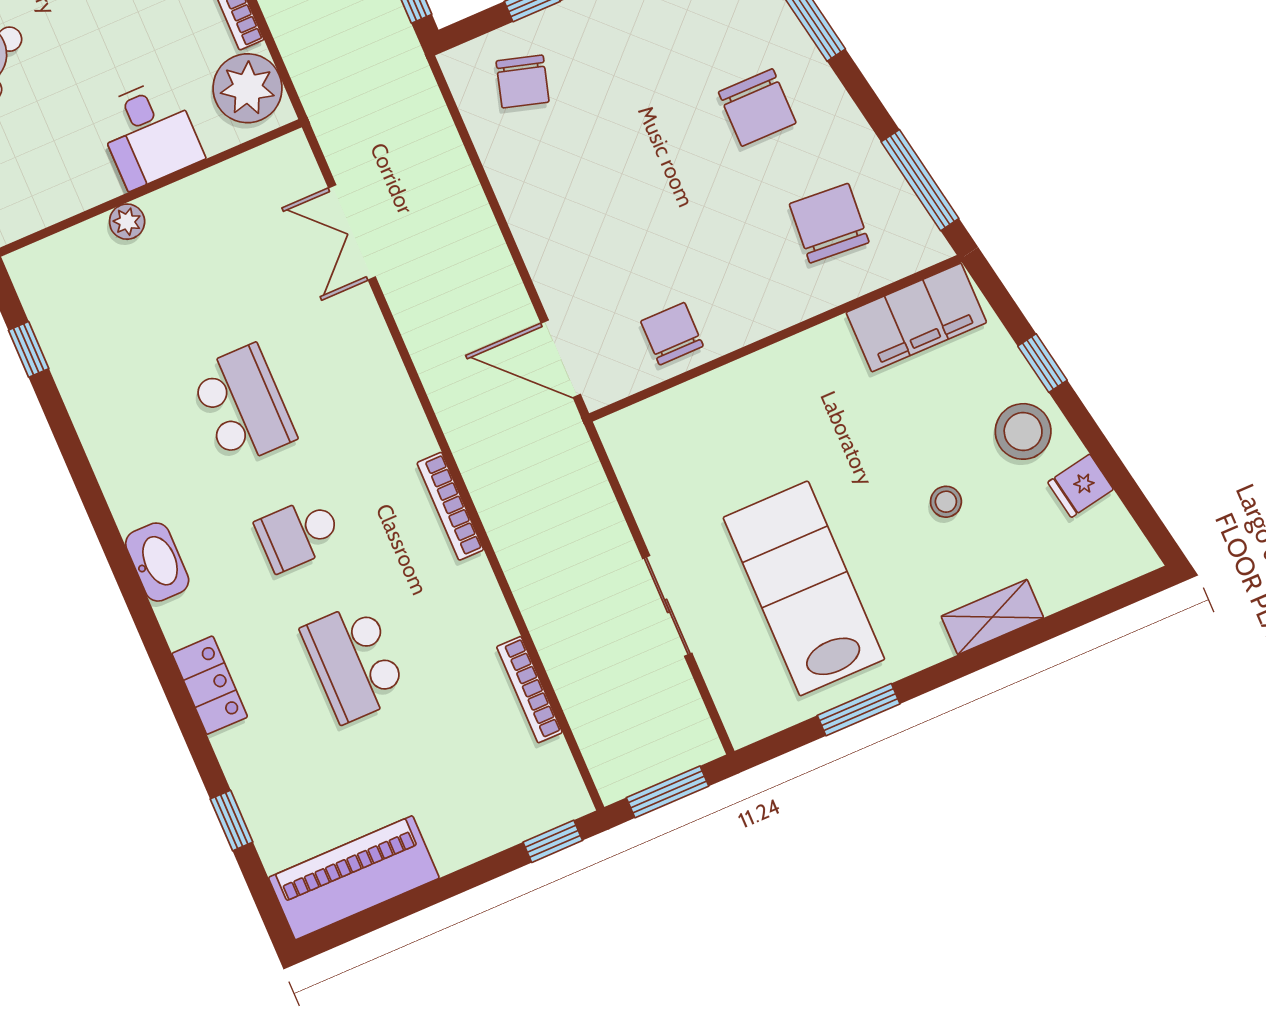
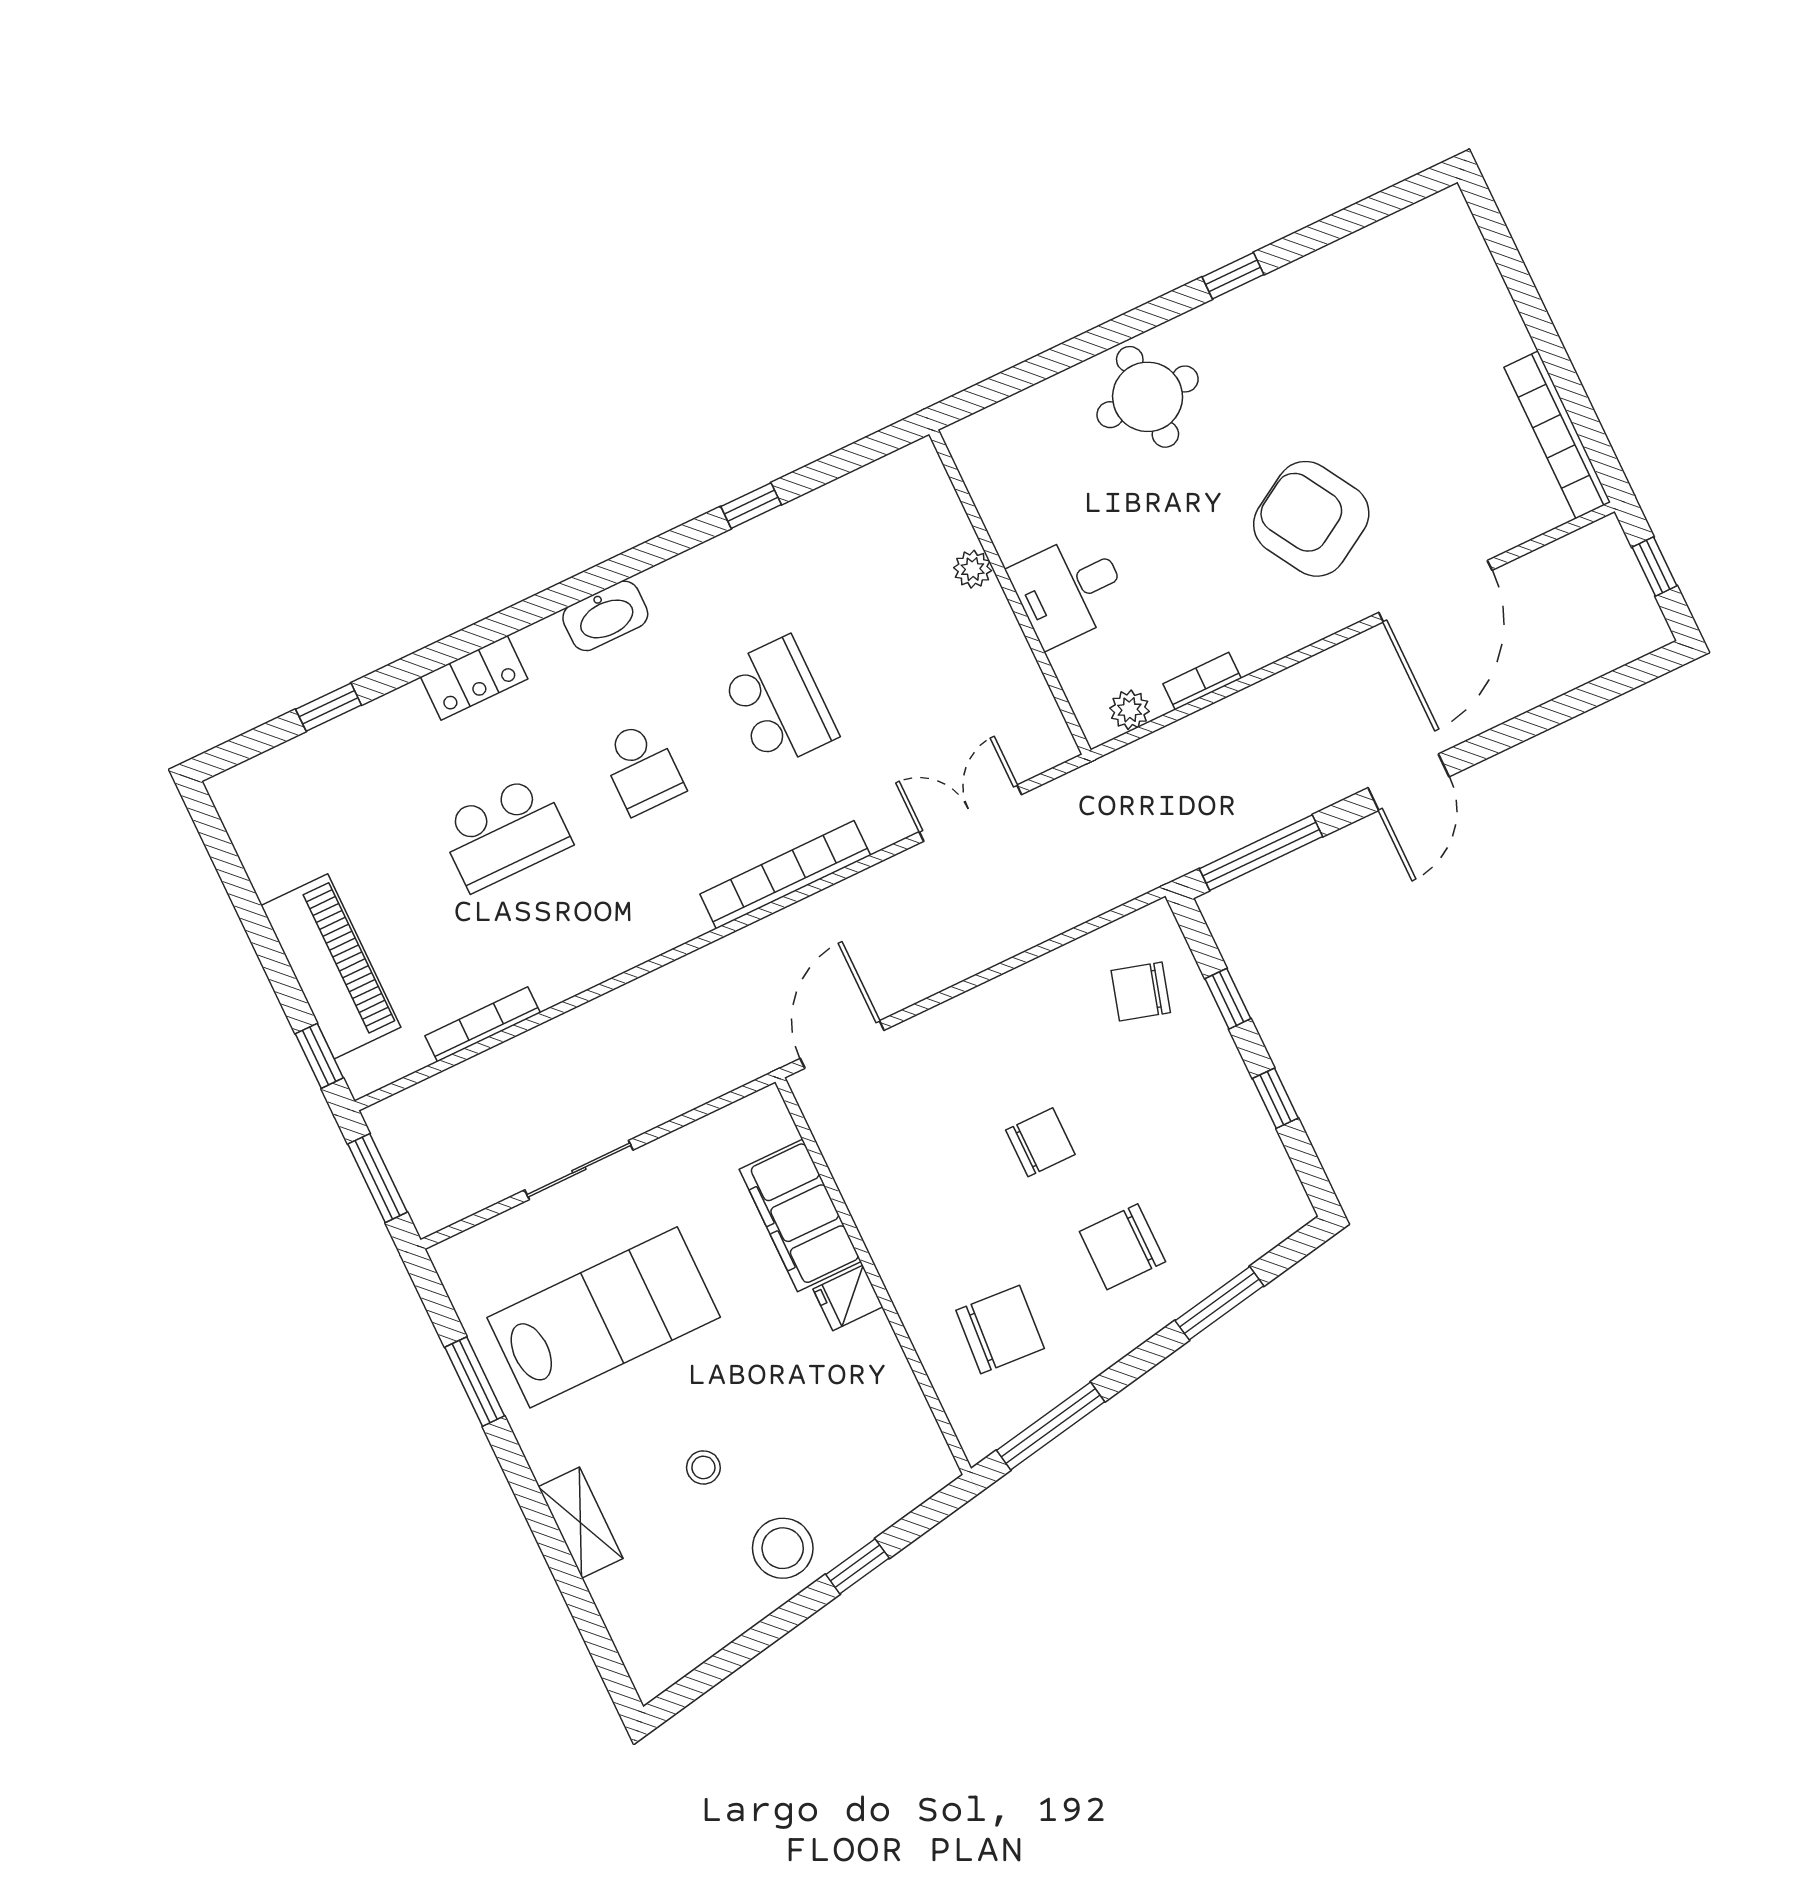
plant: (248, 88) -> (1130, 710), width x0.53, depth x0.53
filing cabinet: (916, 318) -> (800, 1215), moved
chair: (672, 334) -> (1040, 1142), moved
window: (29, 349) -> (751, 506), moved
school desk: (243, 405) -> (779, 702), turned -90
fridge: (1081, 486) -> (848, 1298), moved, turned -79
bookcase: (450, 506) -> (785, 875), moved, width x1.48, depth x1.31
school desk: (299, 534) -> (642, 768), turned 180
school desk: (354, 662) -> (505, 833), turned 180
piano: (354, 878) -> (331, 966), moved

